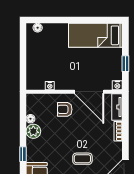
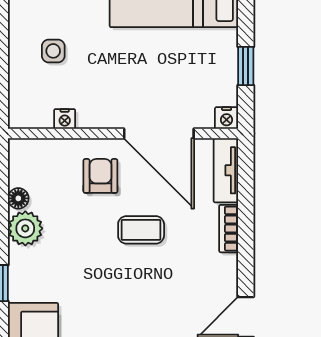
side table: (45, 57) -> (53, 51), added
armchair: (65, 109) -> (100, 176), turned 90
coffee table: (82, 159) -> (141, 230), moved

